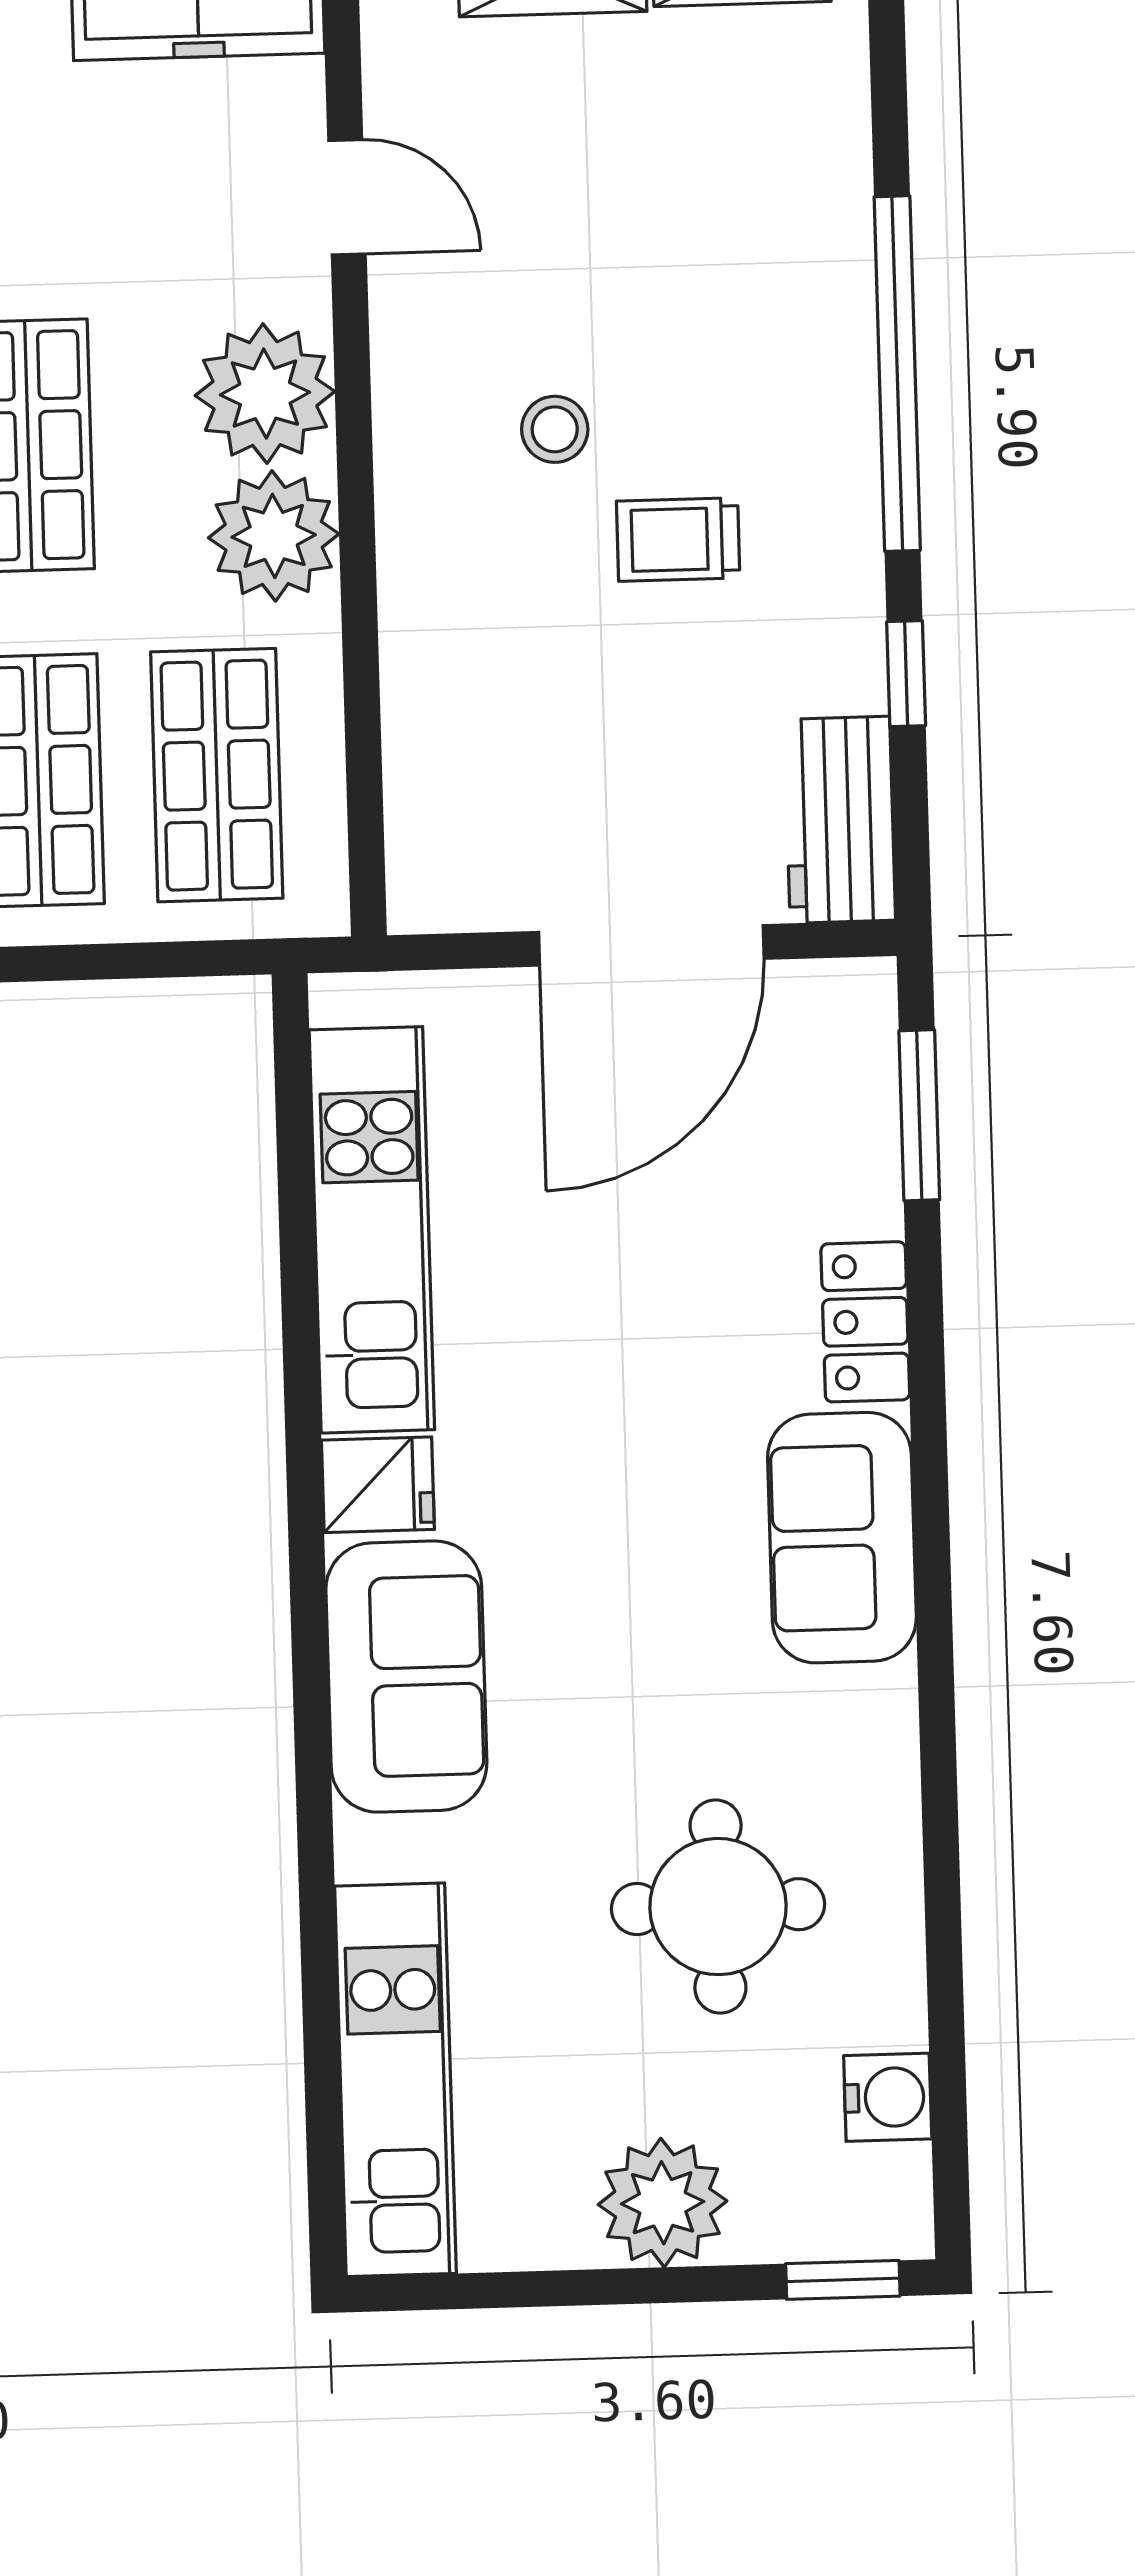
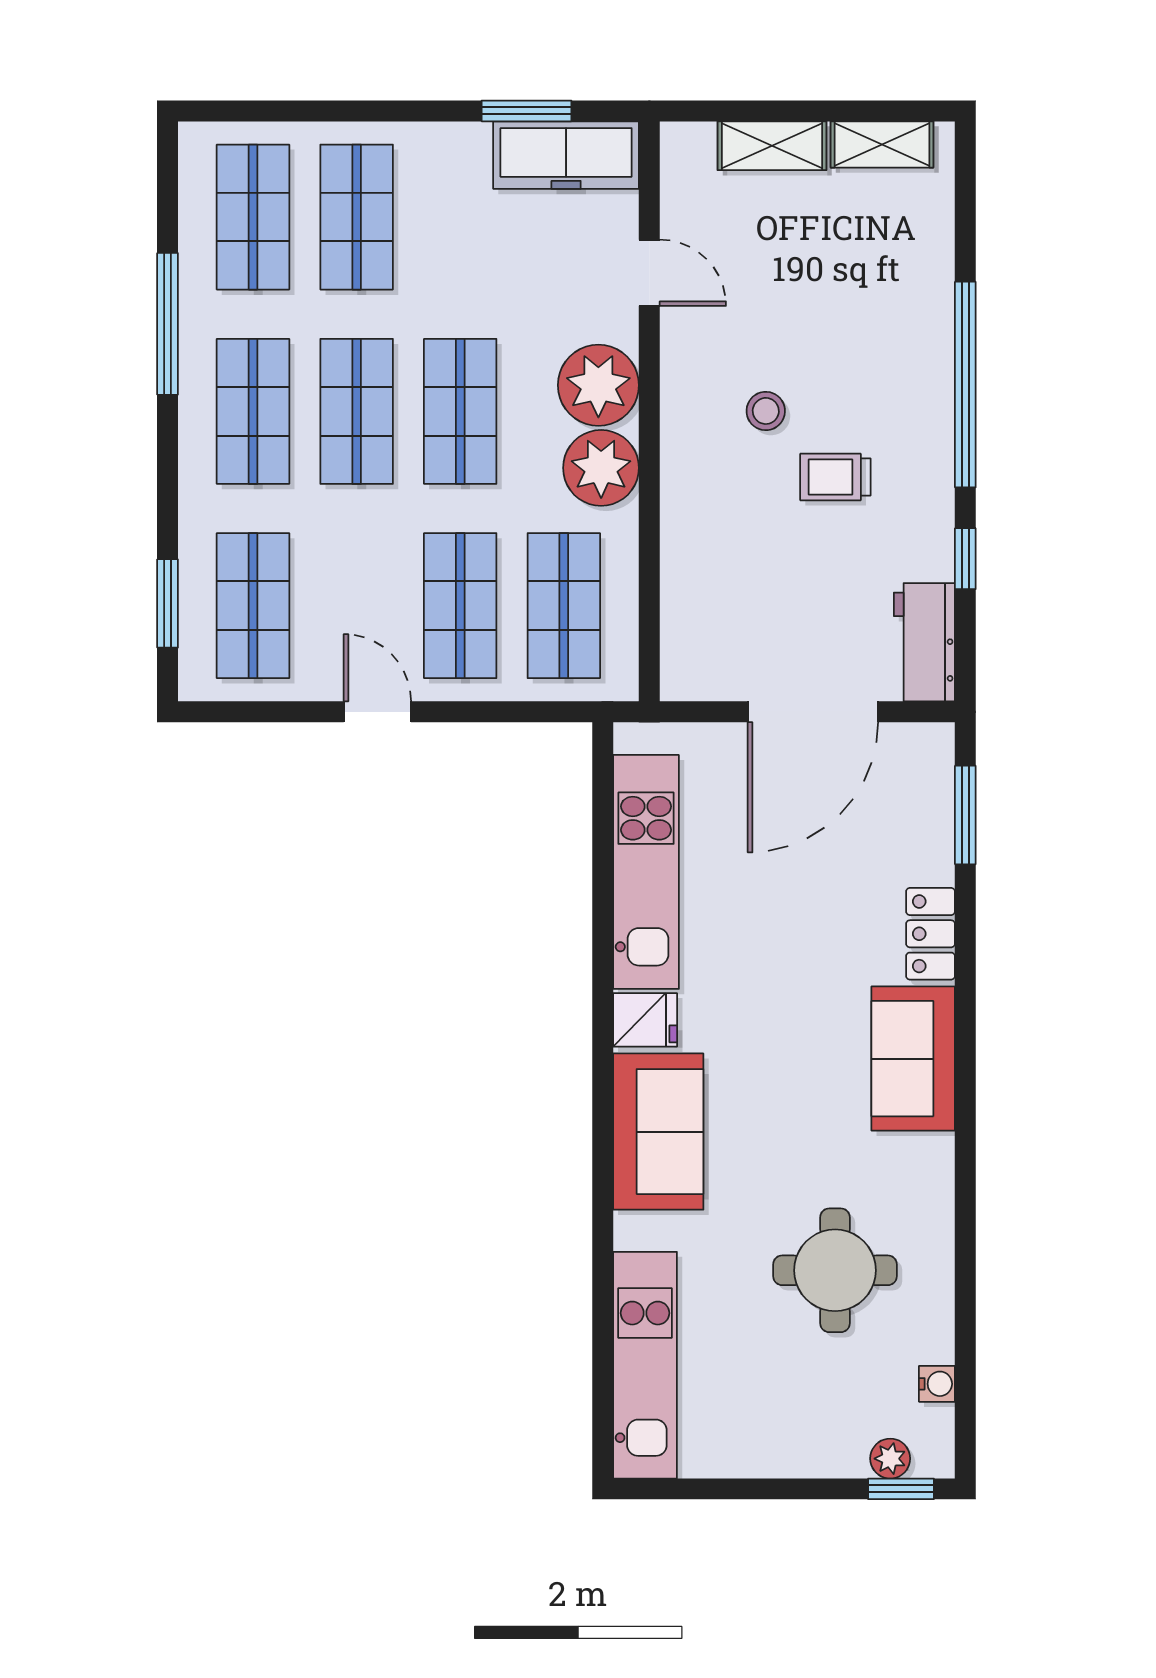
water cooler: (888, 2097) -> (937, 1384), width x0.72, depth x0.72
plant: (663, 2203) -> (890, 1459), moved, width x0.53, depth x0.53

